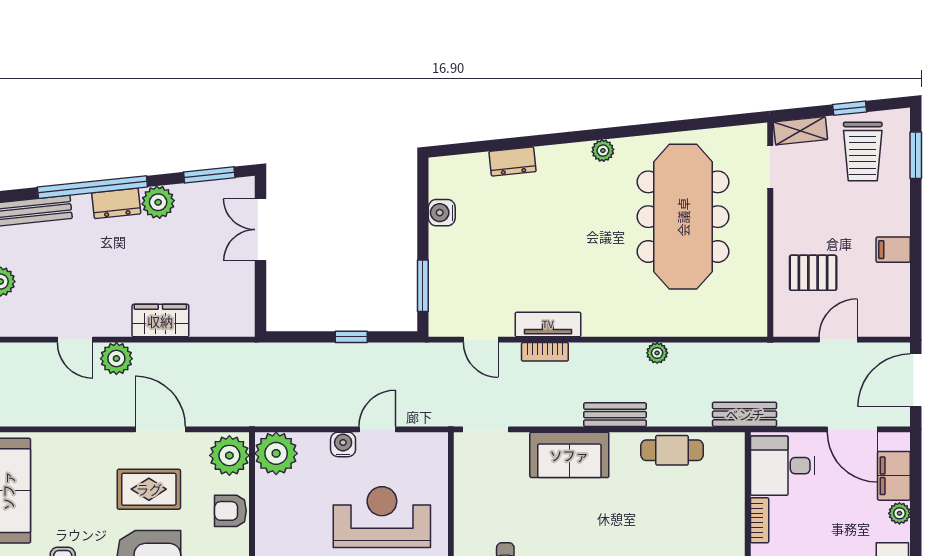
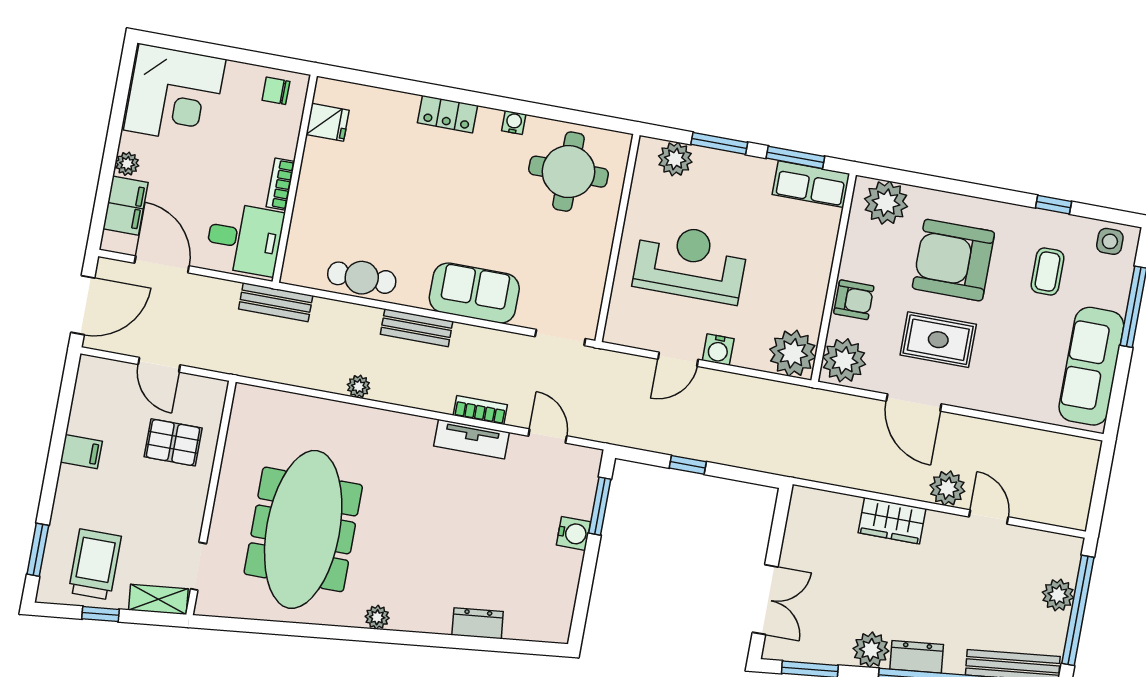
water cooler: (442, 213) -> (573, 533), moved
door: (838, 340) -> (159, 365), hinge flipped
reception desk: (382, 517) -> (690, 263), turned 180

